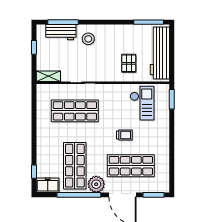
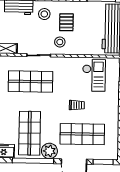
pallet: (129, 63) -> (66, 22), moved
stool: (105, 68) -> (60, 42), added

